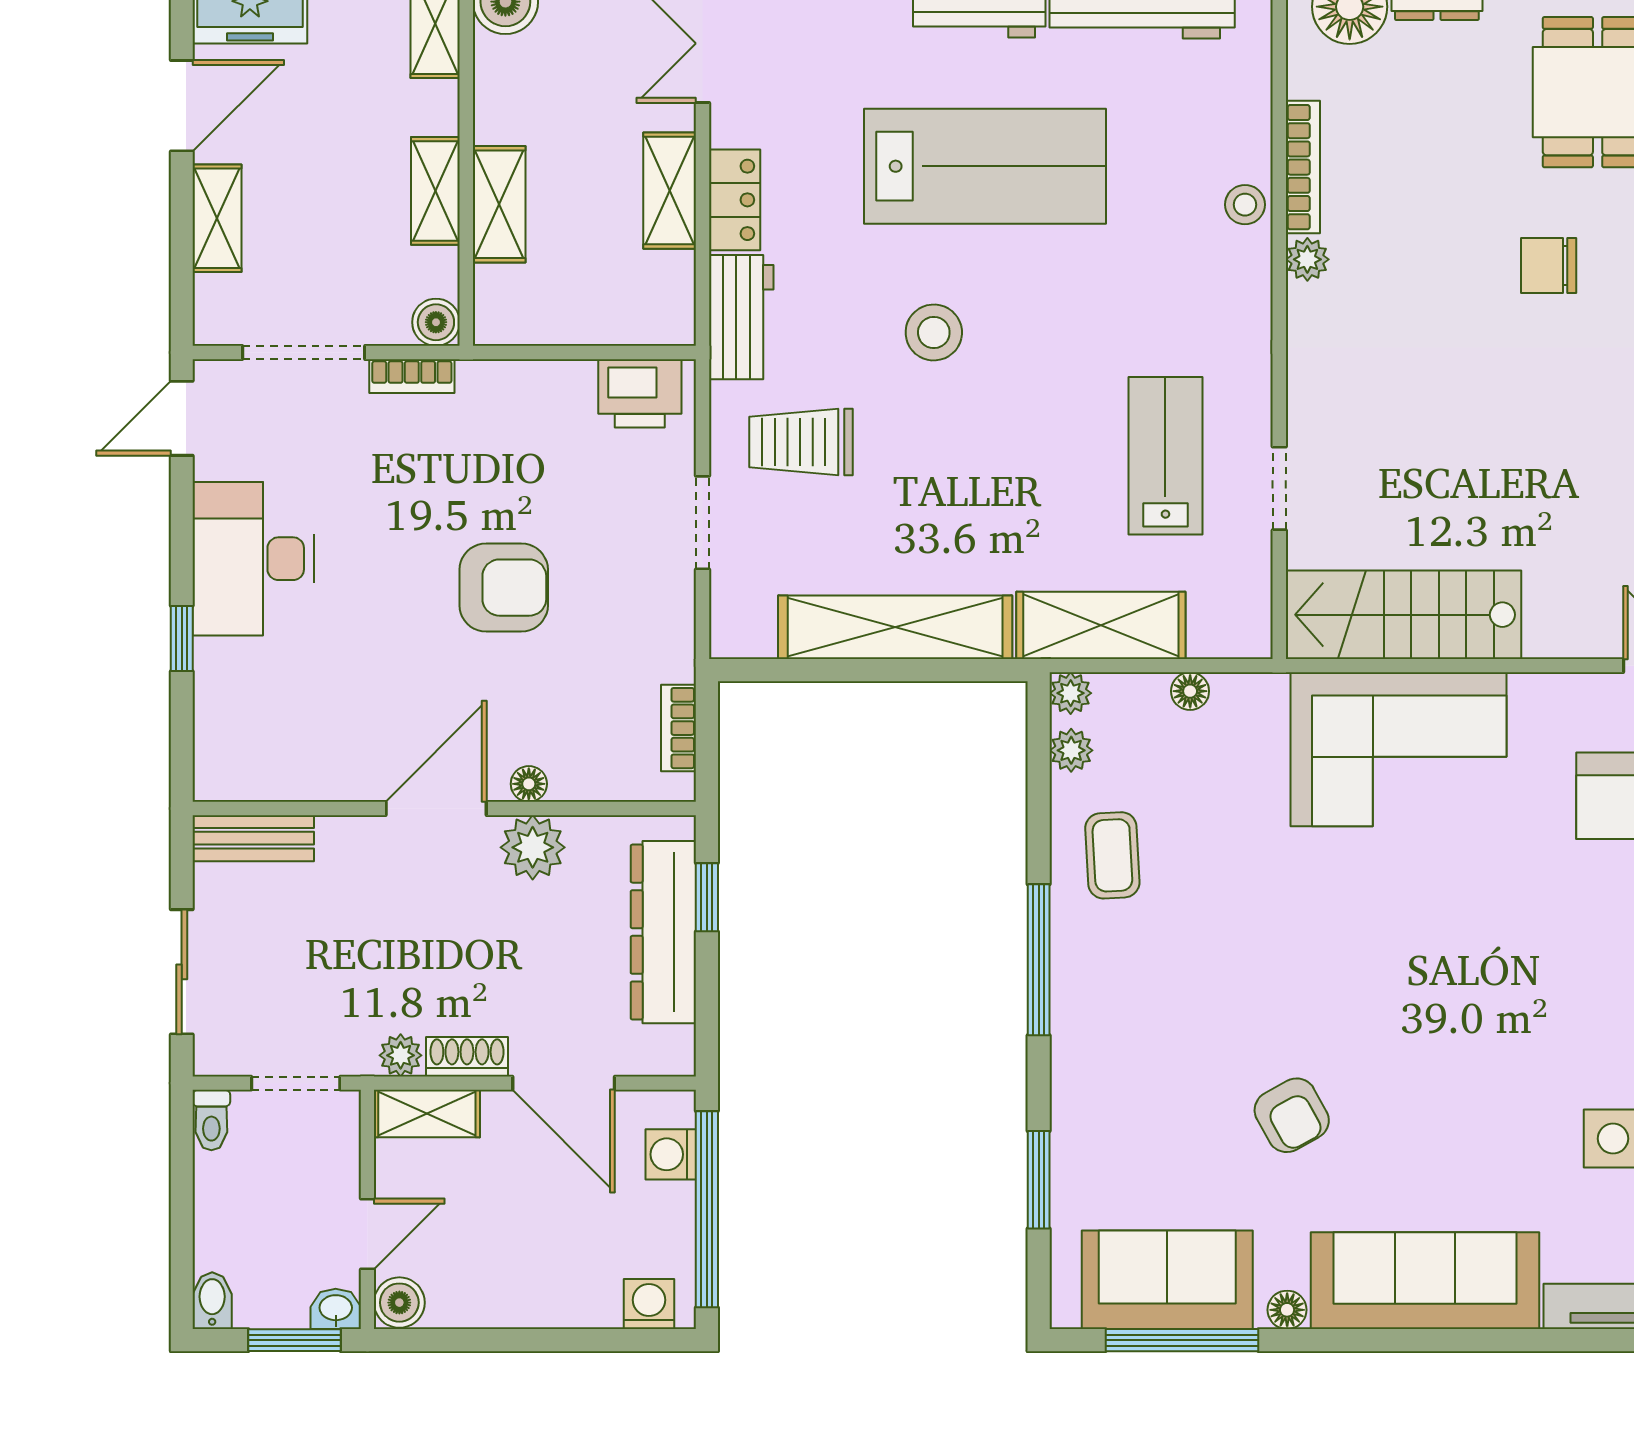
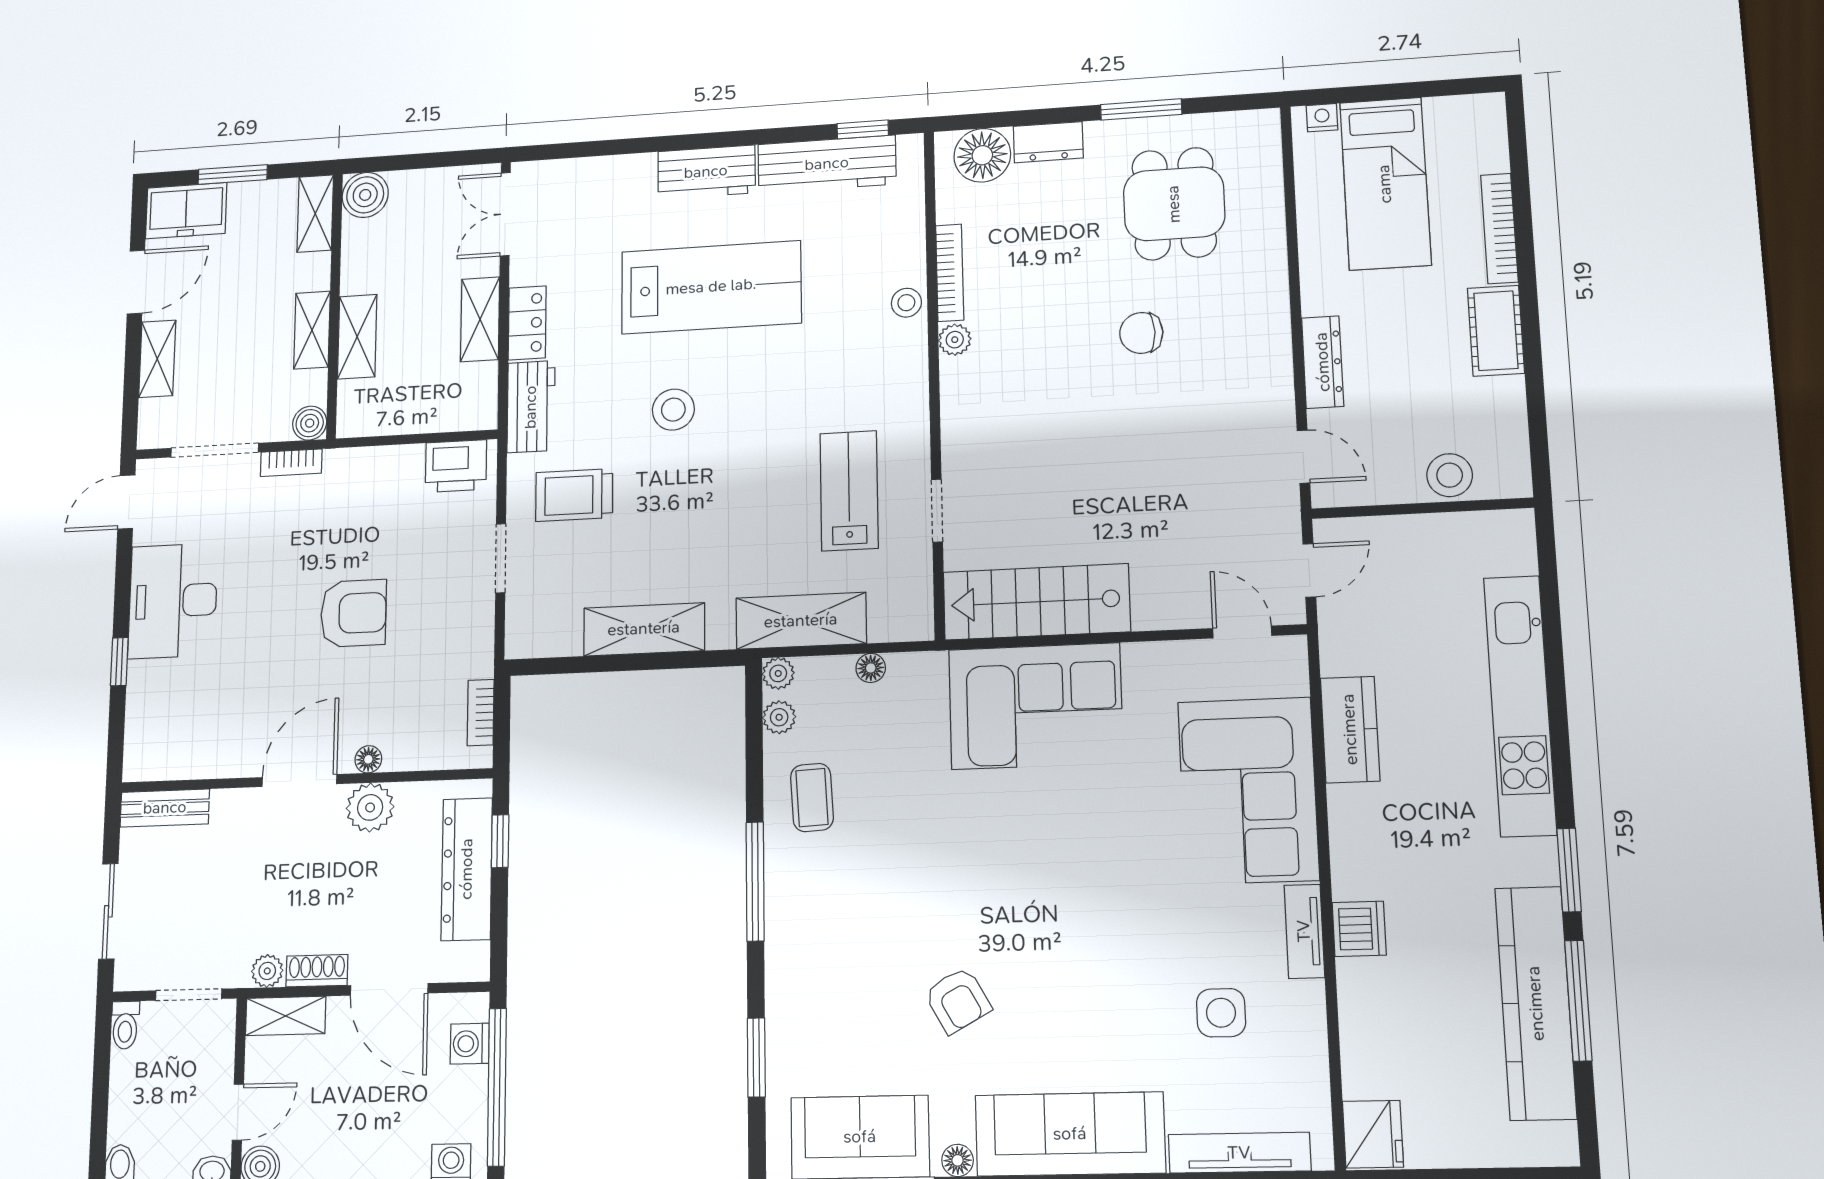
shelving: (895, 627) -> (644, 629), width x0.68

